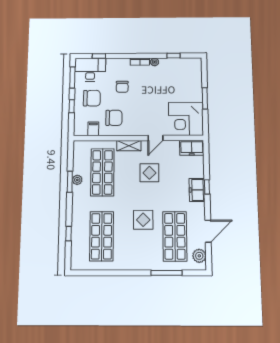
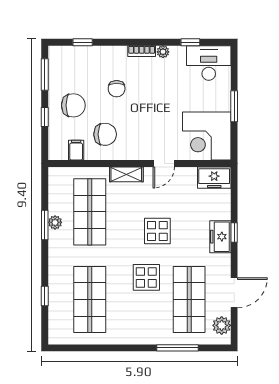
desk: (90, 70) -> (209, 63), moved
display table: (149, 173) -> (157, 231), moved

